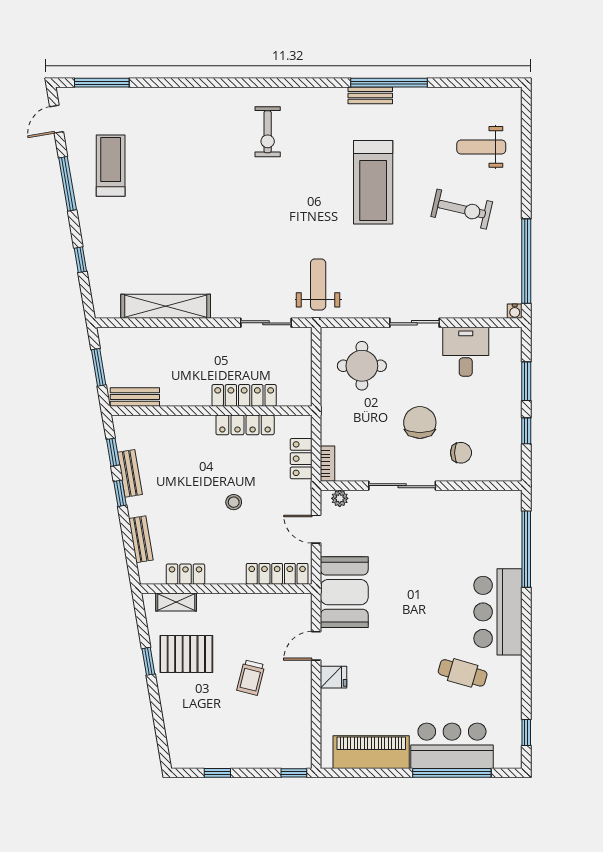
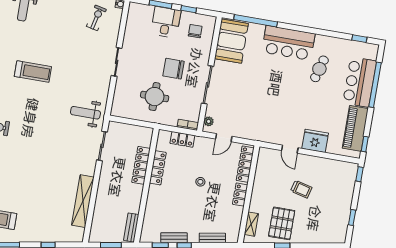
treadmill: (373, 182) -> (33, 72), width x0.73, depth x0.73
exercise bike: (462, 209) -> (96, 18), moved, width x0.73, depth x0.72
desk: (466, 352) -> (166, 22), moved, turned 90
round table: (362, 366) -> (155, 97), moved
chair: (461, 453) -> (195, 31), moved
locker: (185, 574) -> (240, 195), moved
booth: (344, 592) -> (231, 41), moved, turned 90
fridge: (334, 677) -> (315, 141), width x1.88, depth x1.34
window: (347, 773) -> (365, 144), added

